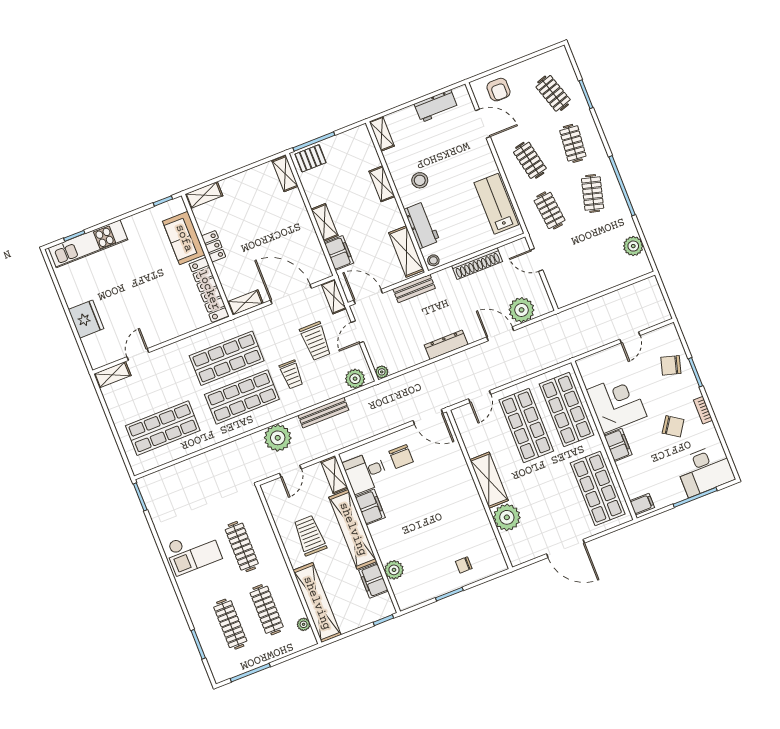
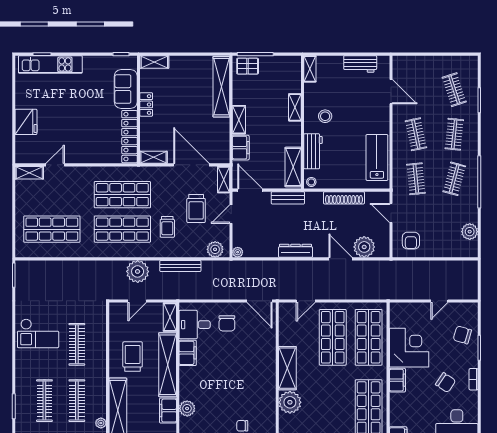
armchair: (498, 90) -> (411, 241), moved
shelving: (285, 174) -> (221, 87), width x2.20, depth x1.33

